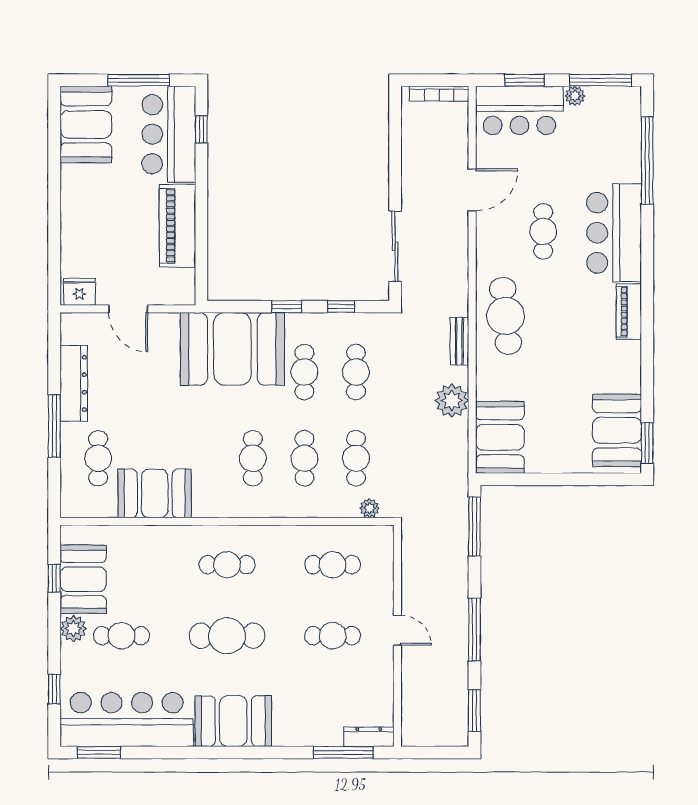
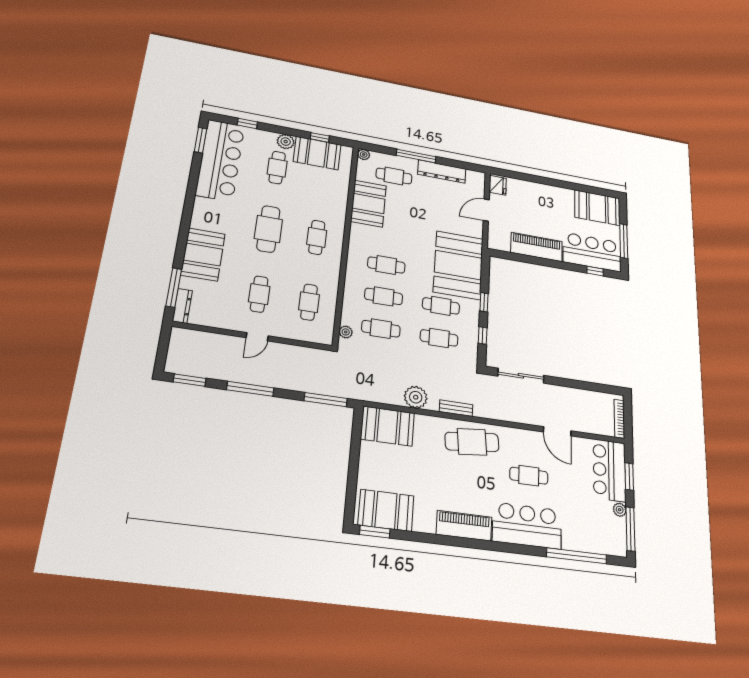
piano: (629, 312) -> (464, 526), width x1.37, depth x1.33
plant: (70, 508) -> (364, 154), added
booth: (233, 721) -> (203, 255), moved

